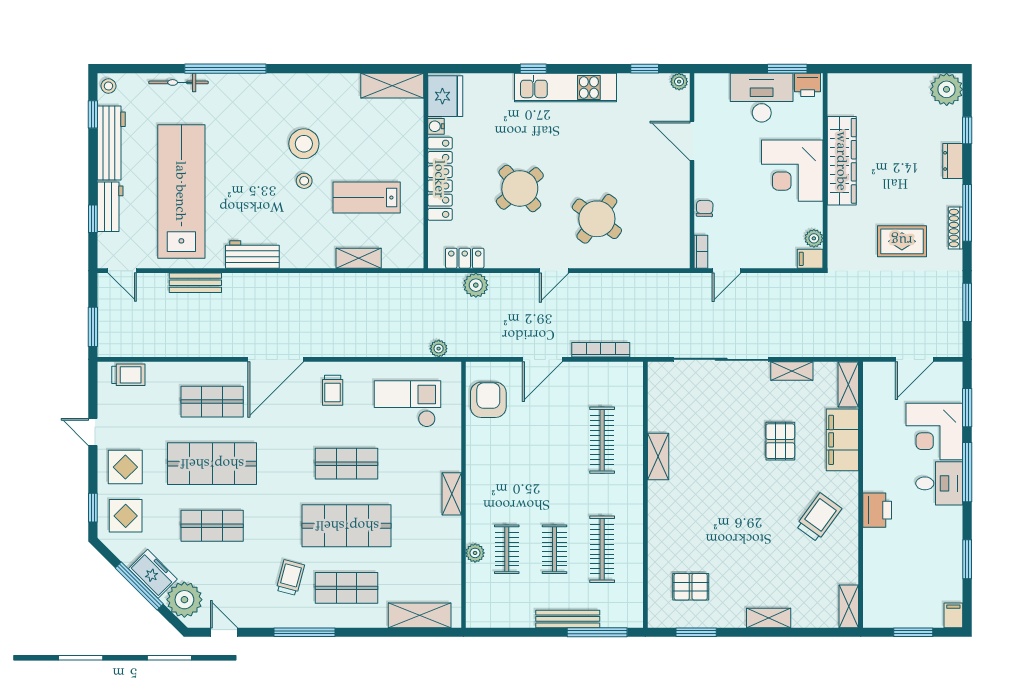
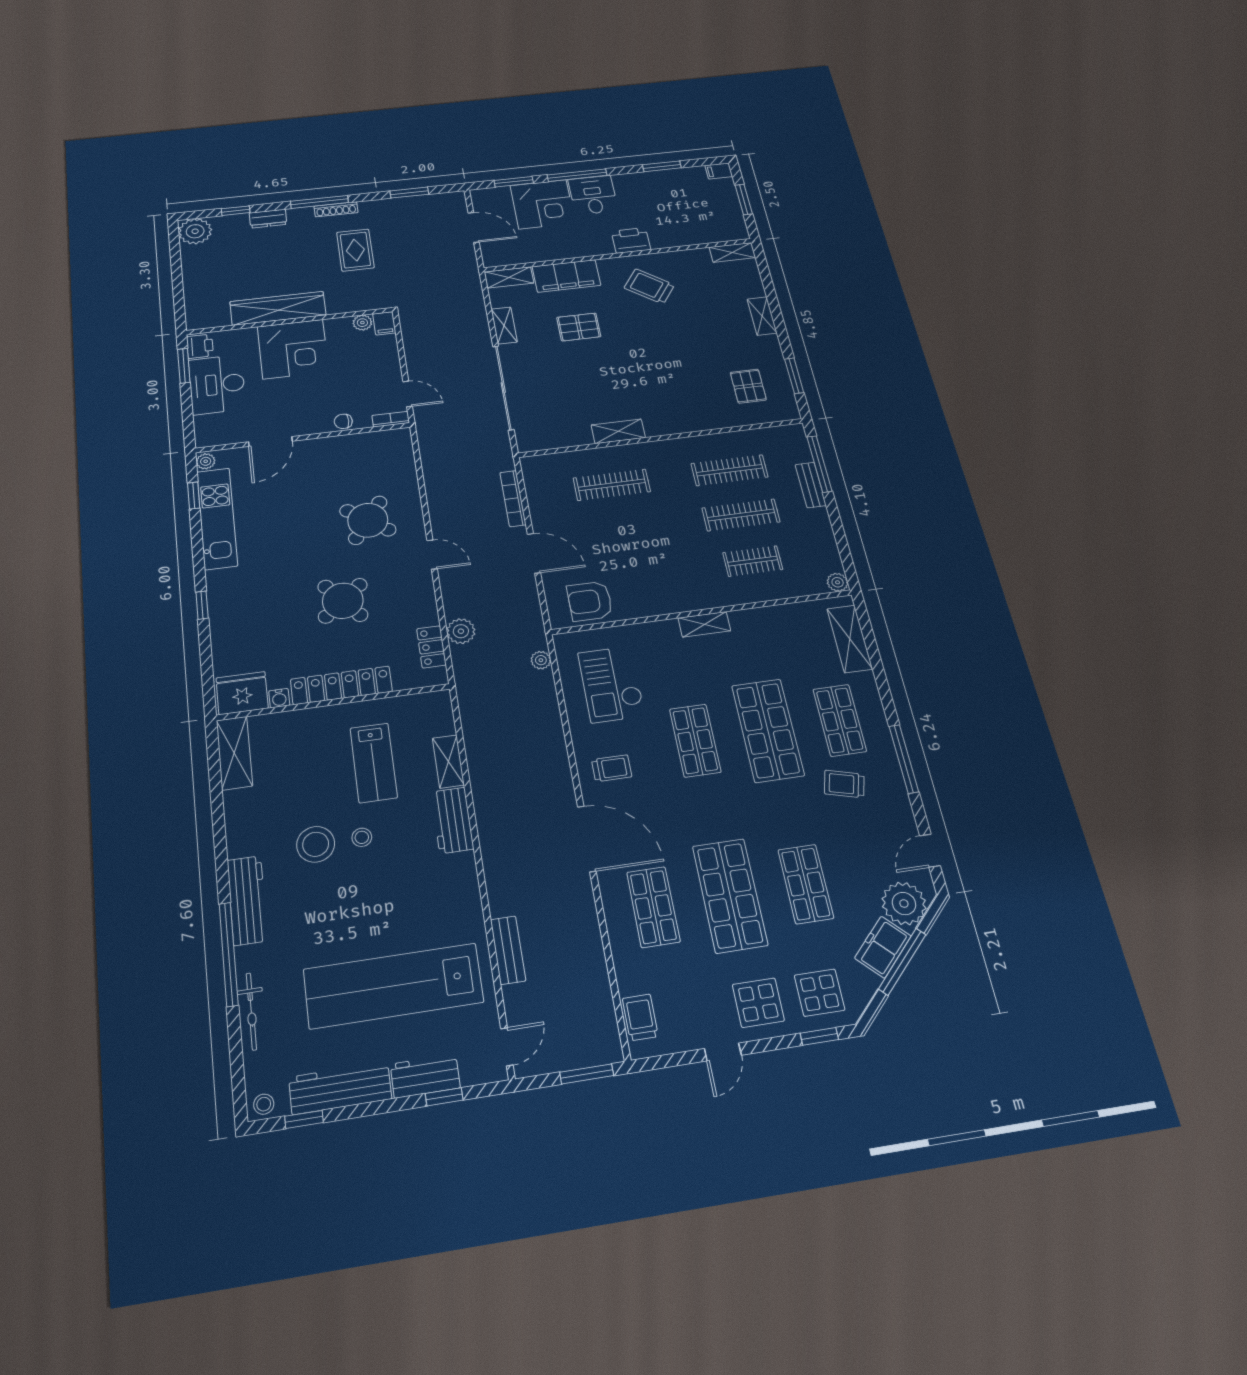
workbench: (266, 86) -> (247, 900), added
kitchen unit: (565, 87) -> (217, 518), moved
workbench: (252, 255) -> (452, 820), moved
clothes rail: (554, 549) -> (741, 515), width x1.36
plant: (475, 553) -> (838, 582), moved
bench: (568, 619) -> (811, 485), width x0.73

